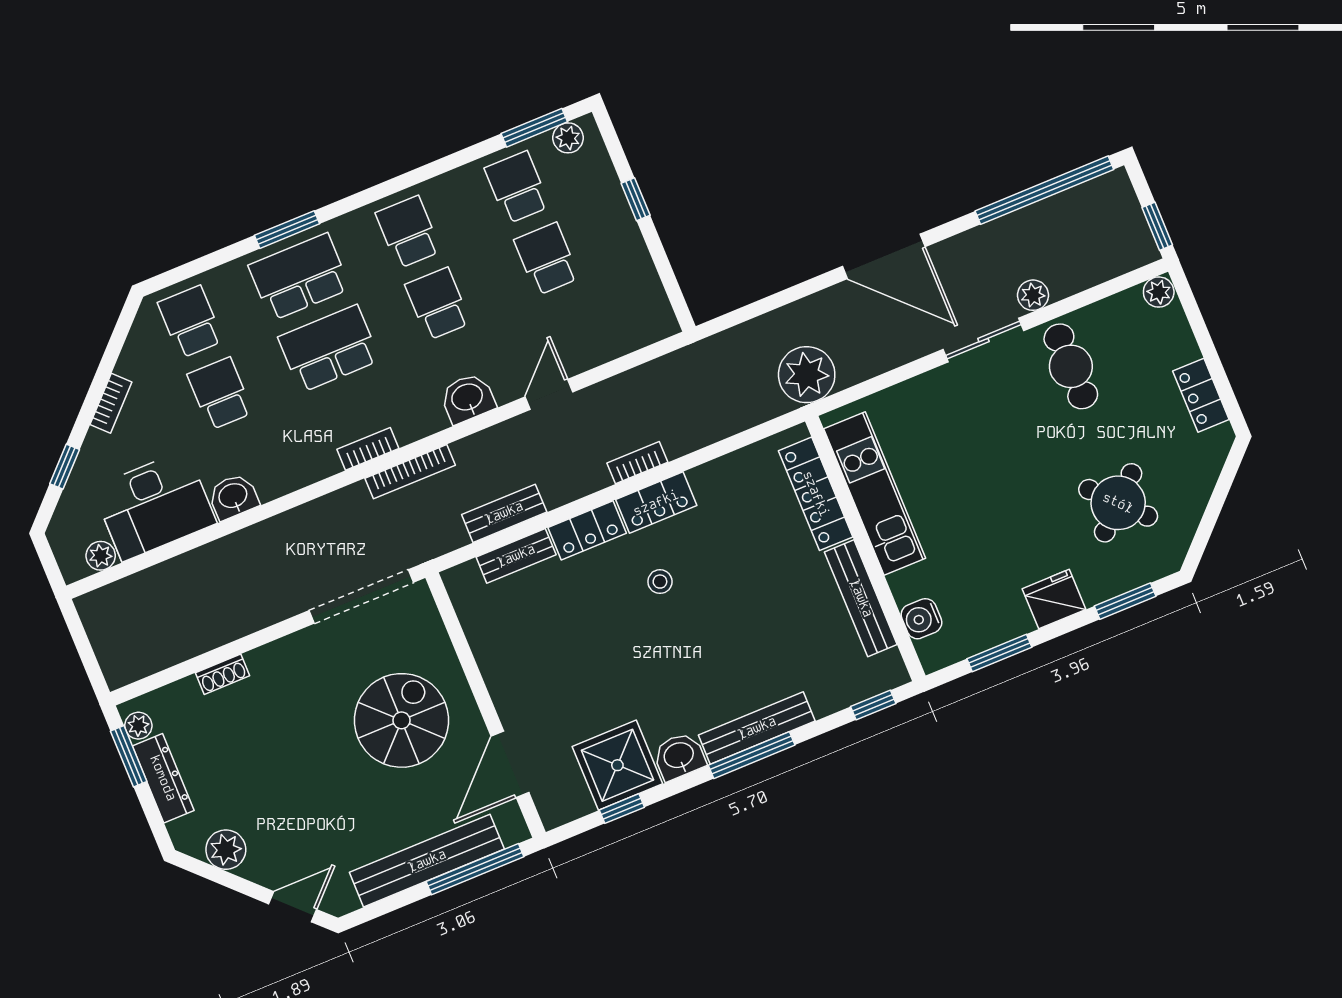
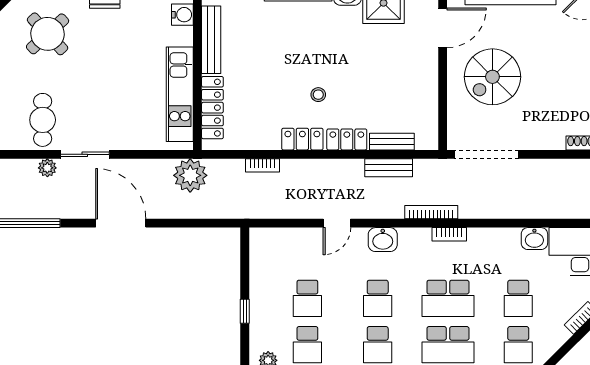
bookcase: (637, 463) -> (262, 165), moved

